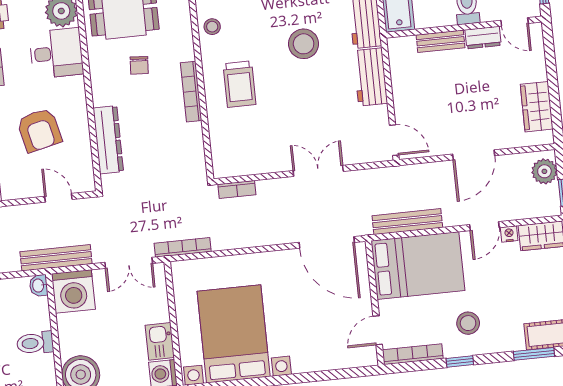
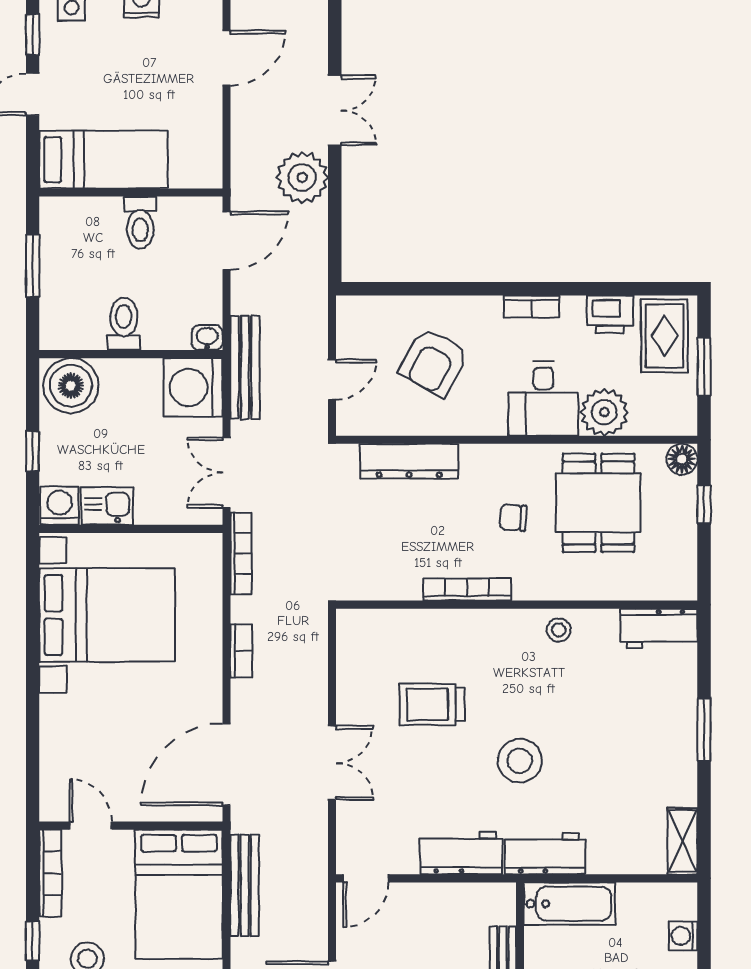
trolley: (240, 84) -> (432, 704), moved
armchair: (39, 130) -> (434, 362), turned -48
bookcase: (237, 189) -> (241, 651), moved, turned 180

